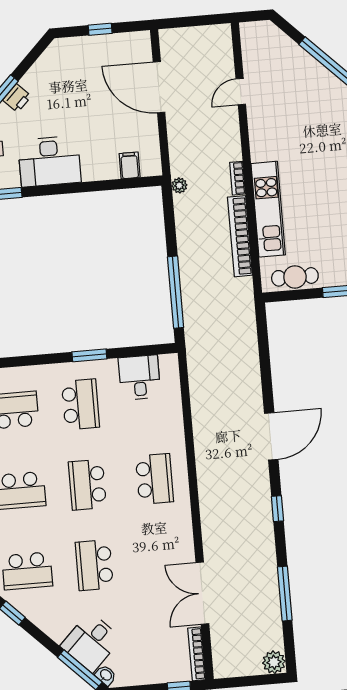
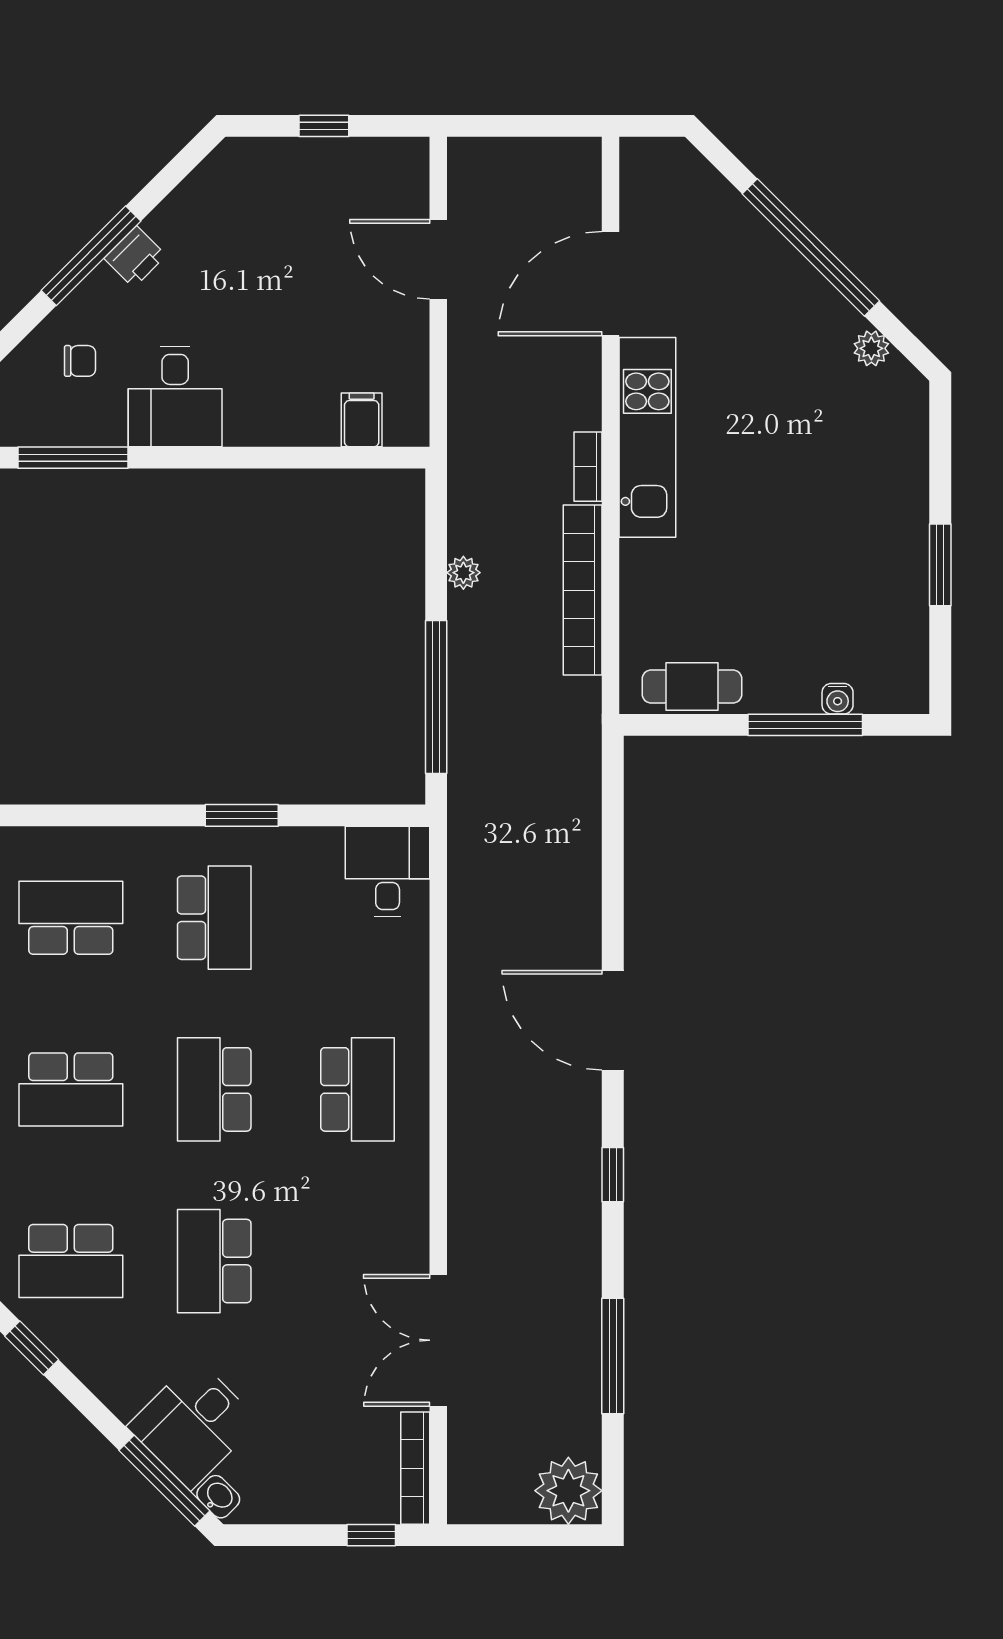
door: (159, 87) -> (438, 259), width x0.73
door: (241, 92) -> (611, 284), width x1.88
desk: (49, 161) -> (175, 397), width x0.73
plant: (179, 185) -> (463, 573), moved
kitchen unit: (268, 209) -> (647, 437), moved
desk: (140, 377) -> (388, 872), moved
door: (271, 436) -> (613, 1020), swing flipped
plant: (274, 662) -> (568, 1491), width x1.36, depth x1.36

